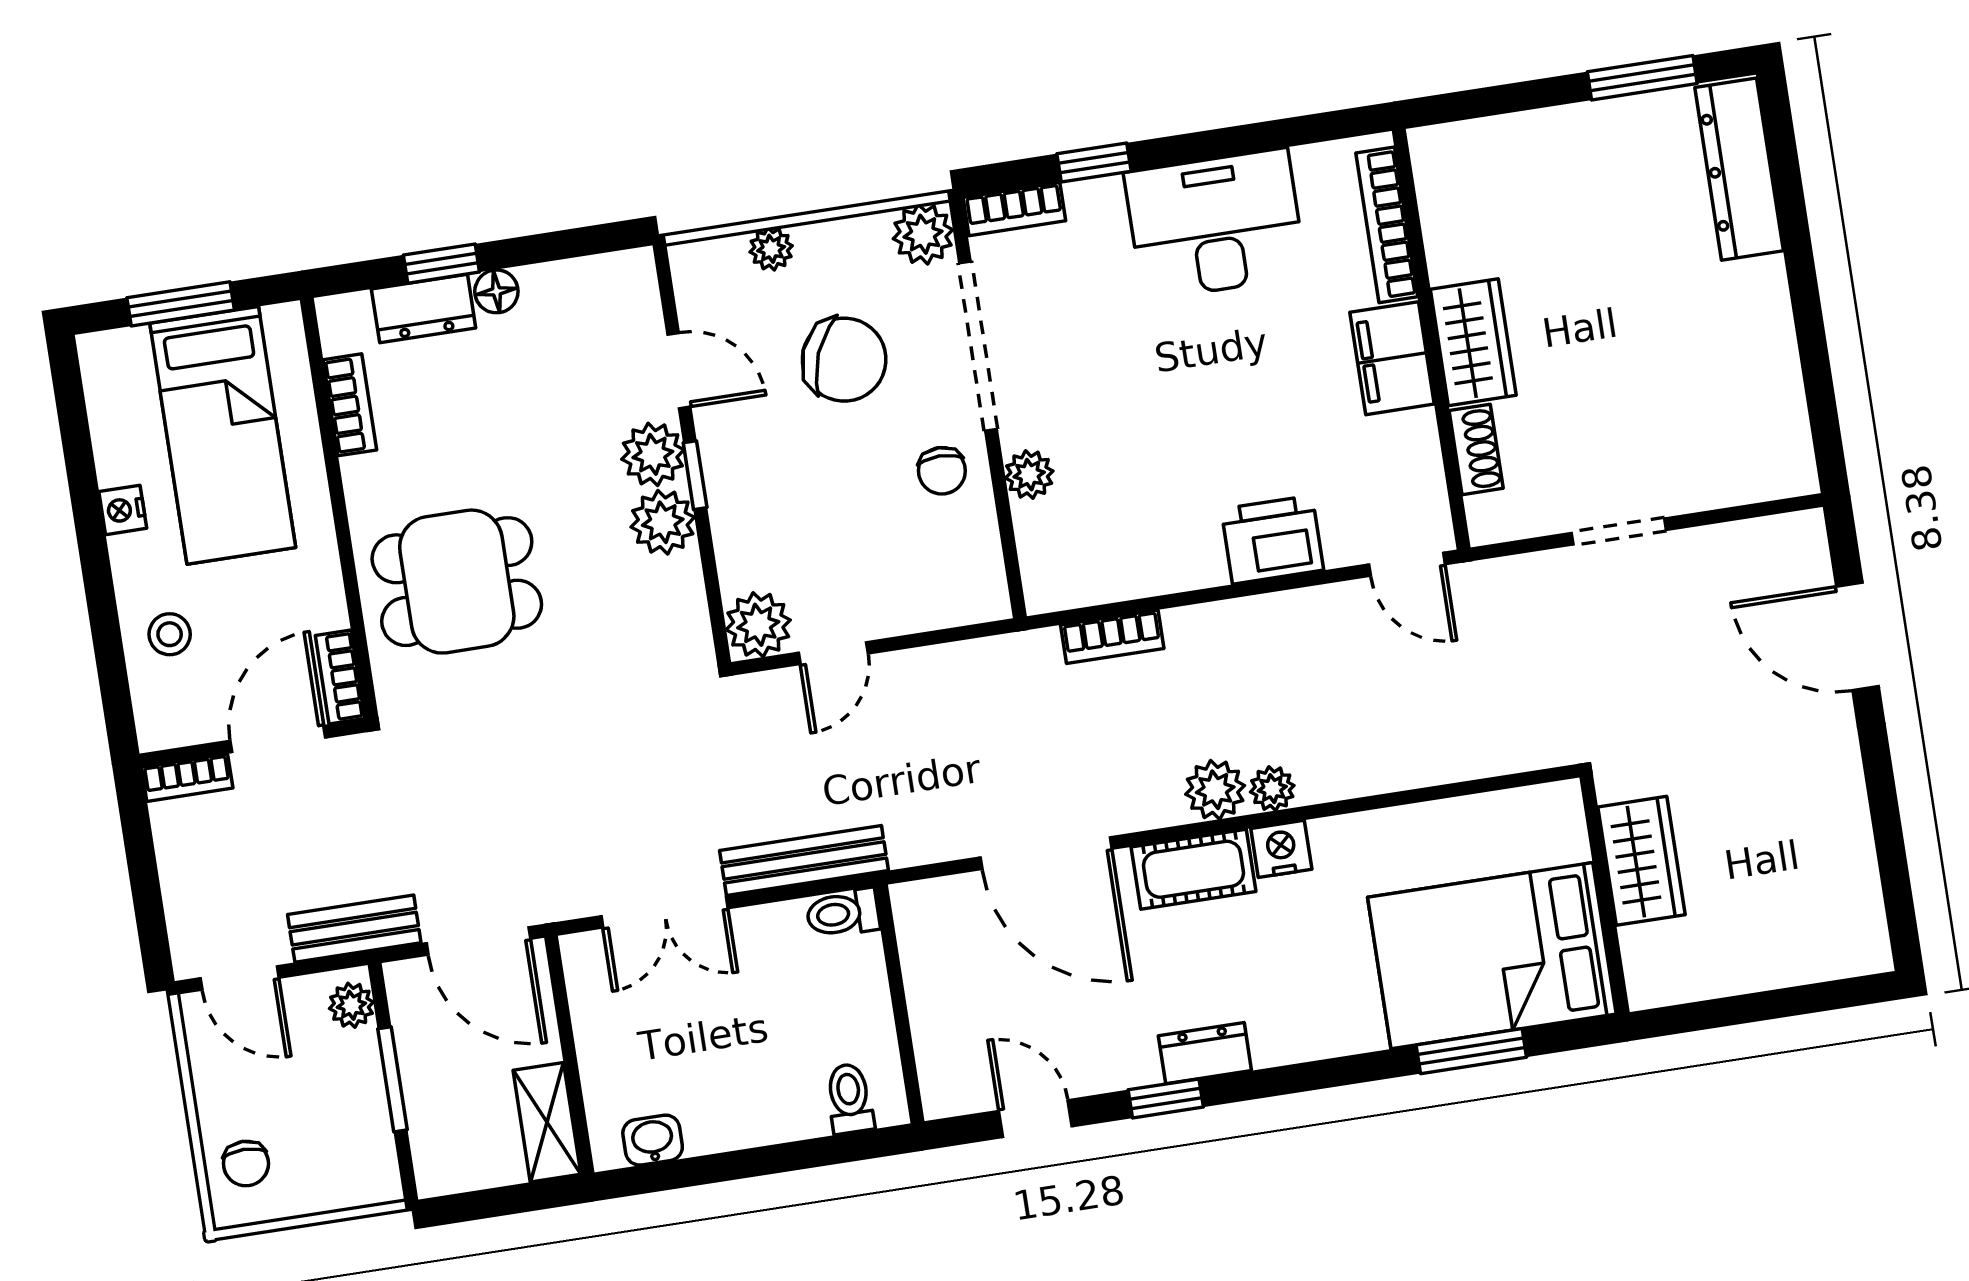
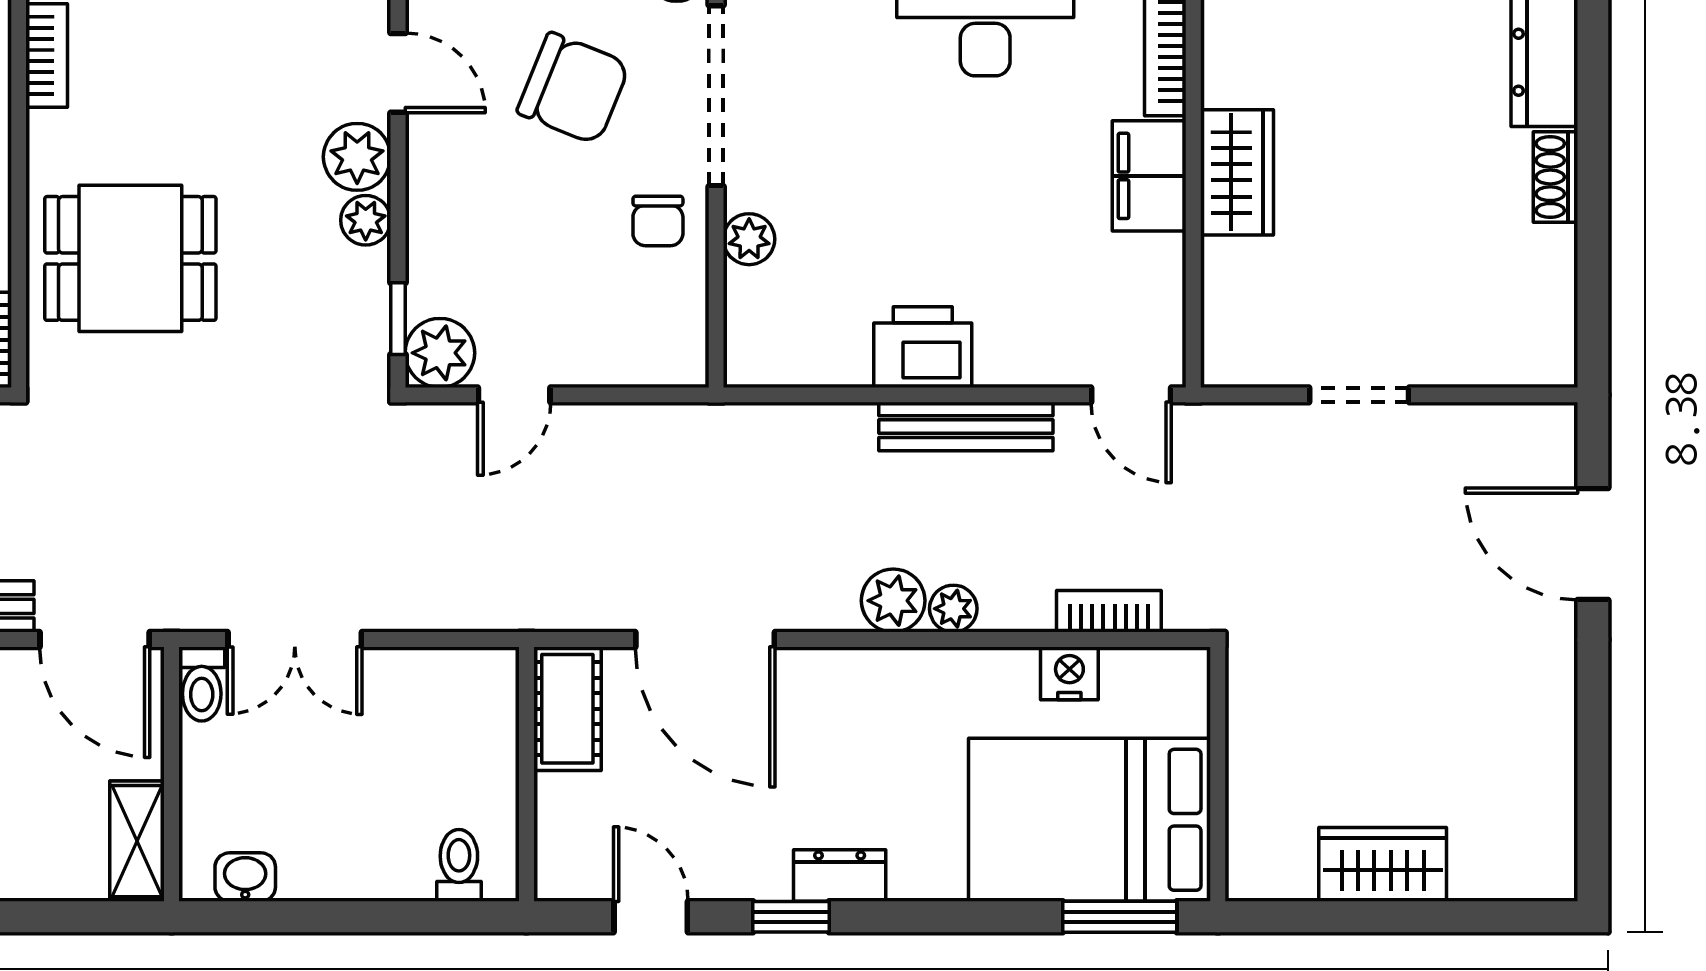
shoe rack: (1476, 449) -> (1556, 177), moved, turned 180
window: (695, 475) -> (398, 319), moved
plant: (663, 522) -> (366, 220), width x0.73, depth x0.73
printer: (1272, 540) -> (923, 347), moved
bookcase: (1112, 637) -> (1109, 611), moved, turned 180
nightstand: (1281, 849) -> (1069, 673), moved
bench: (804, 860) -> (966, 427), moved
wardrobe: (1642, 861) -> (1383, 864), moved, turned -90
cot: (1194, 869) -> (567, 709), moved, turned 90
wall: (1605, 895) -> (1218, 774), moved
toilet: (843, 913) -> (202, 684), moved, turned -90
bed: (1492, 956) -> (1090, 820), moved

